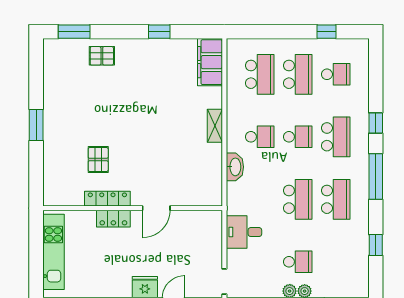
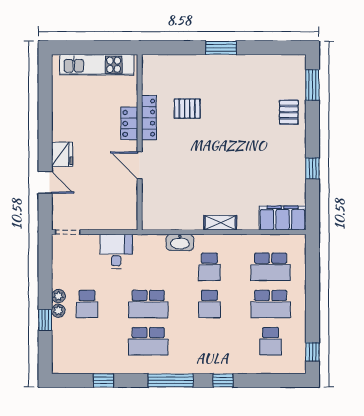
window: (327, 32) -> (312, 352), moved
school desk: (336, 137) -> (209, 341), removed

